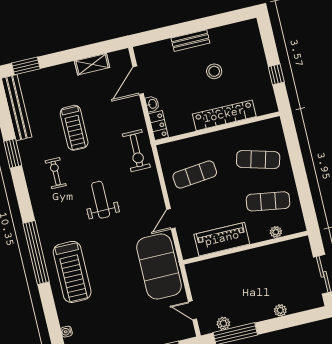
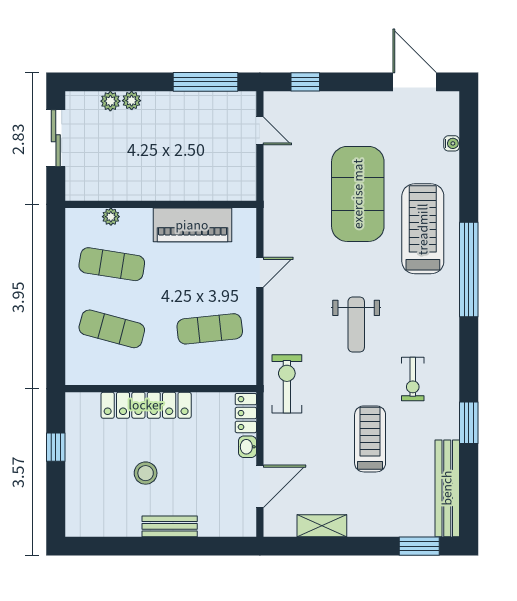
exercise mat: (159, 267) -> (358, 194), moved
plant: (223, 323) -> (110, 101), moved

